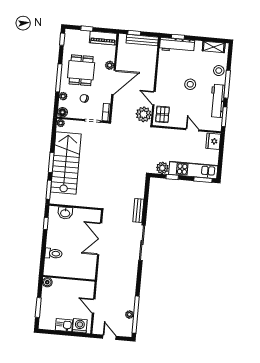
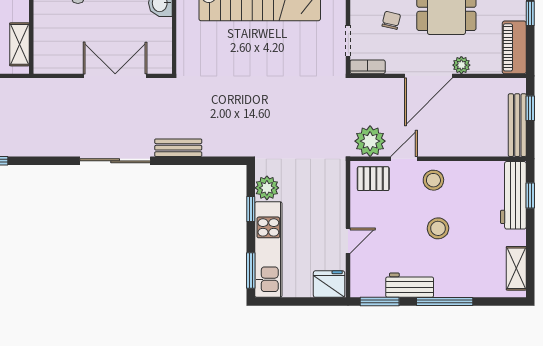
stool: (219, 71) -> (433, 180), moved
door: (114, 82) -> (428, 76), hinge flipped
workbench: (217, 101) -> (410, 285), width x0.73
shelving: (80, 285) -> (19, 44), added

